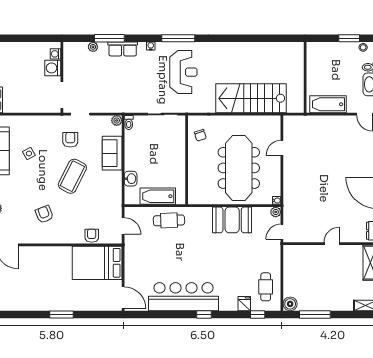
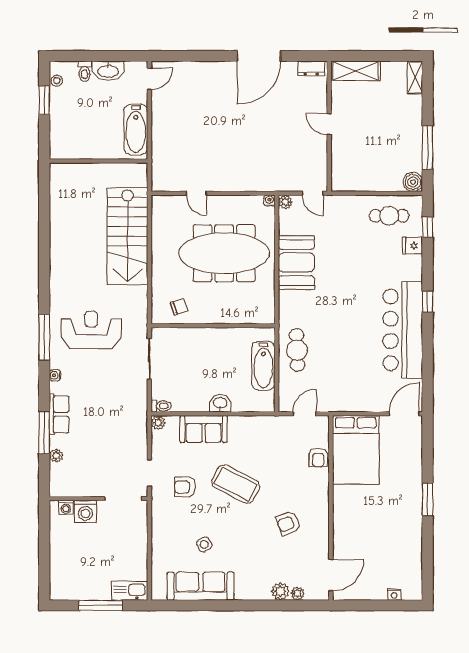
washbasin: (131, 179) -> (220, 403), moved
armchair: (92, 236) -> (318, 457), turned -90

